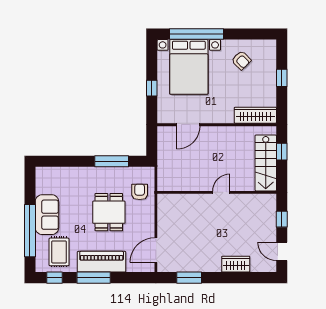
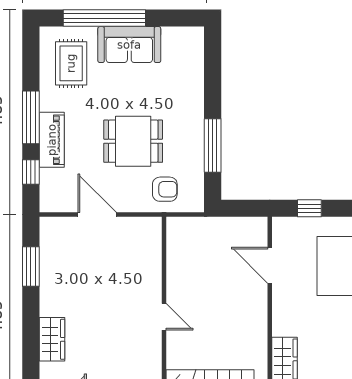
window: (152, 88) -> (309, 208), moved
door: (156, 250) -> (97, 215), moved
rug: (59, 252) -> (71, 63), turned 90
piano: (102, 262) -> (52, 140), width x0.73, depth x0.75
window: (55, 278) -> (31, 172), moved

